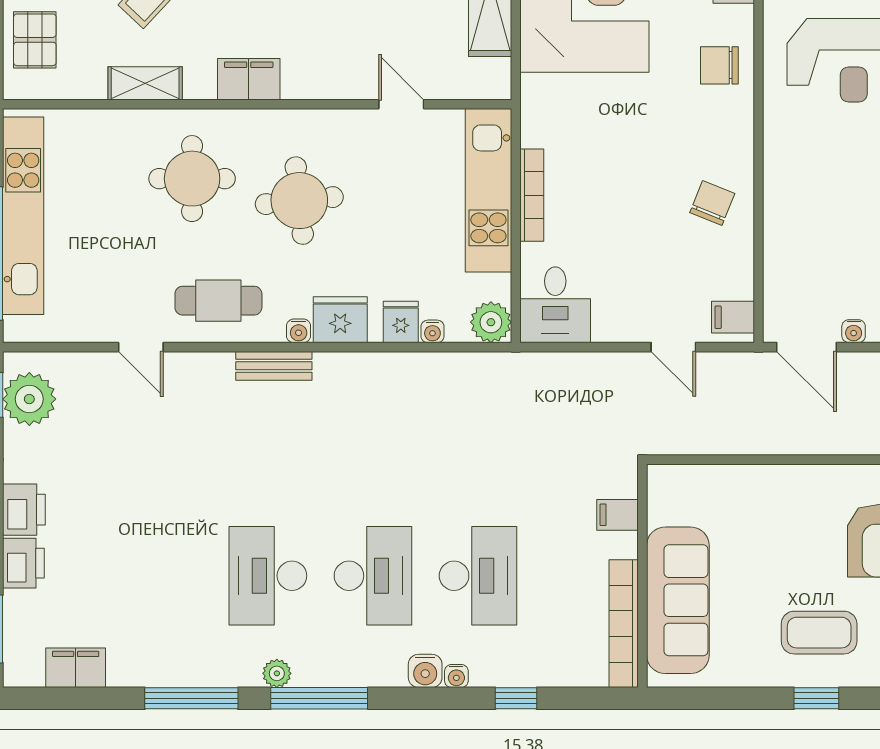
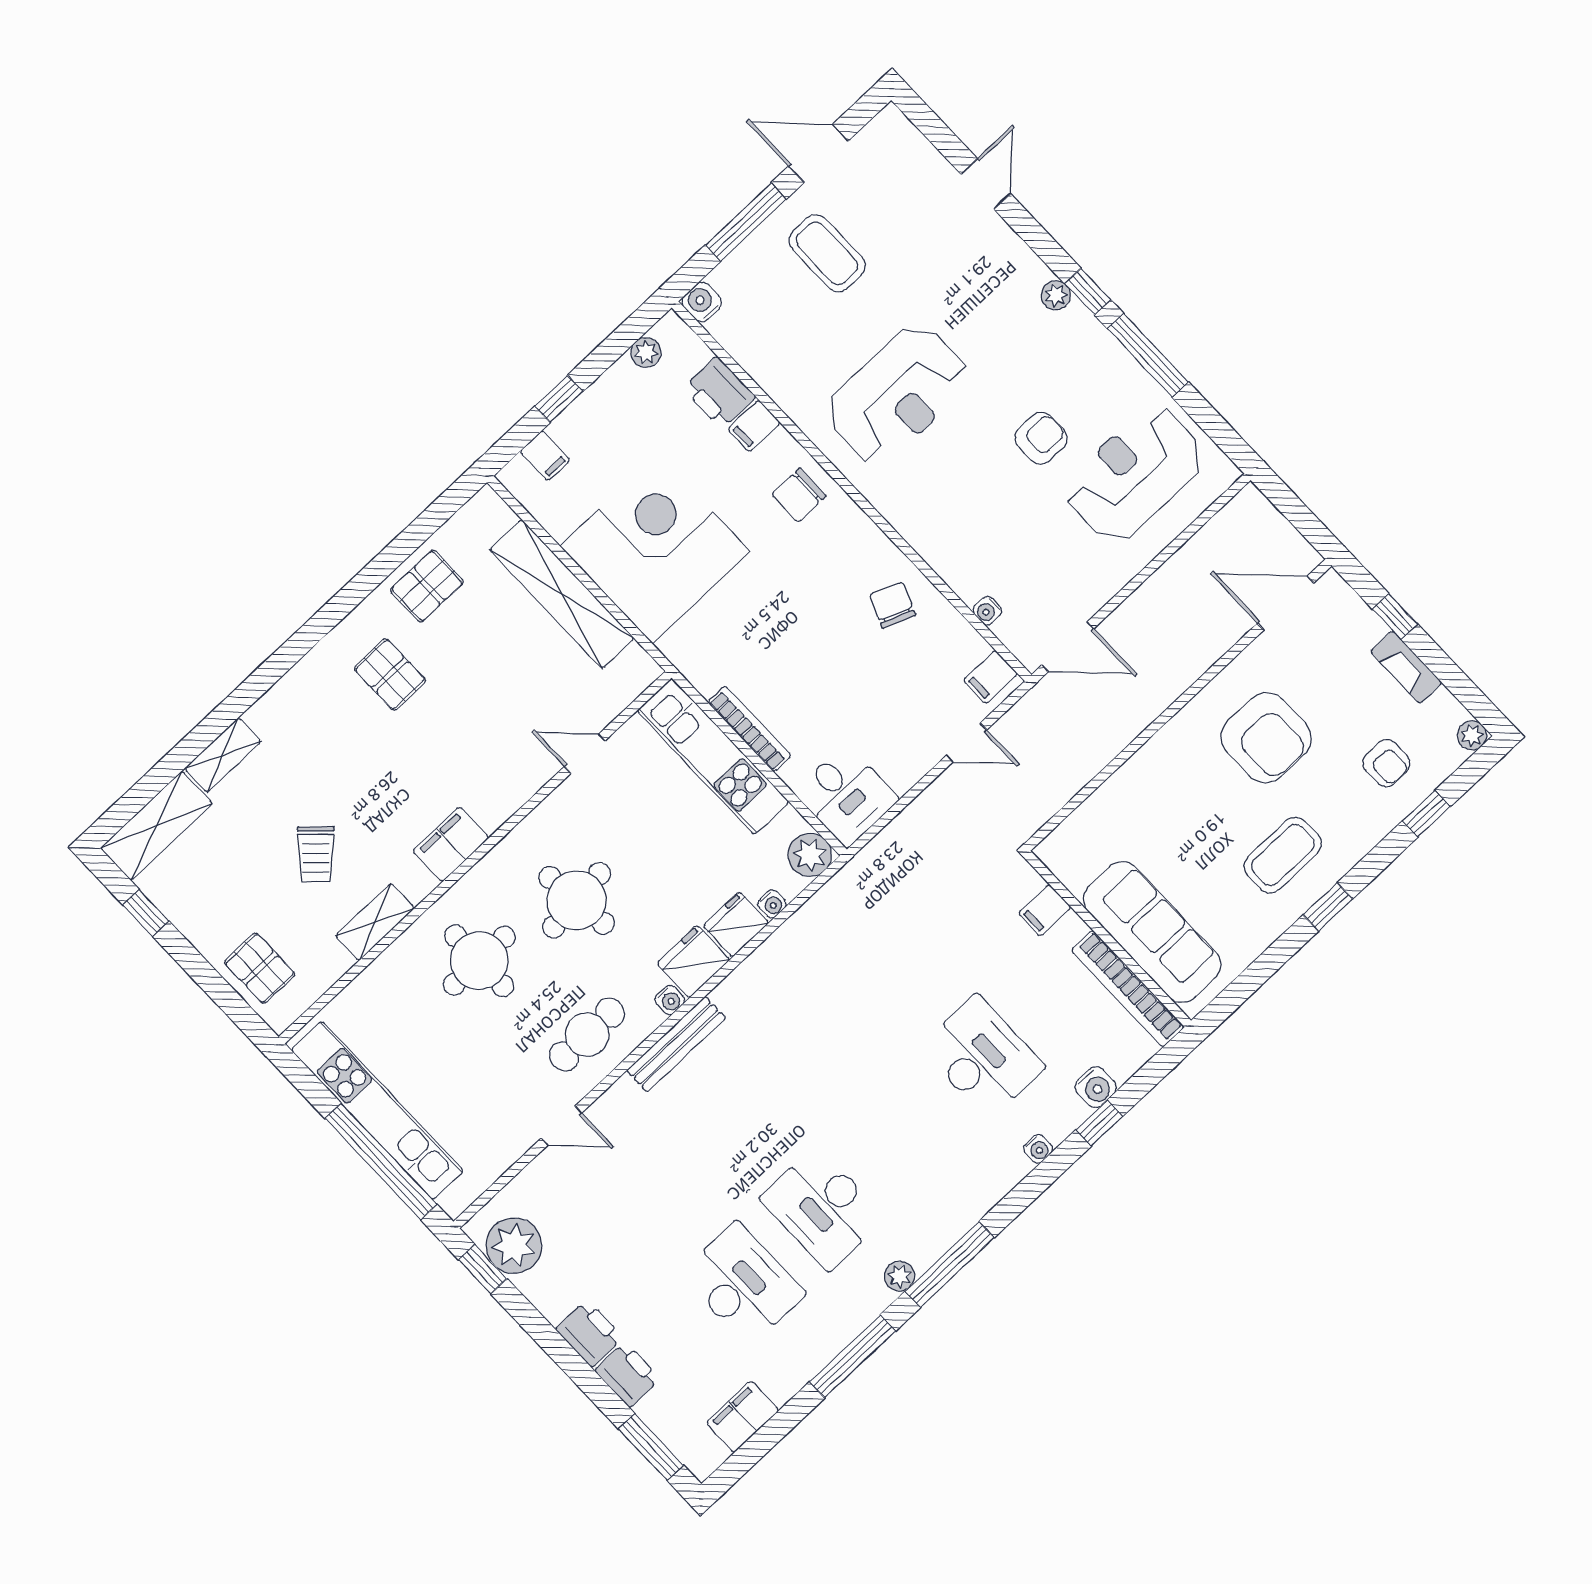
fridge: (401, 322) -> (736, 924), width x1.38
water cooler: (854, 331) -> (987, 611), moved, turned 90
bench: (274, 366) -> (676, 1044), width x1.36
desk: (373, 576) -> (743, 1284), moved
water cooler: (425, 671) -> (1096, 1087), moved

